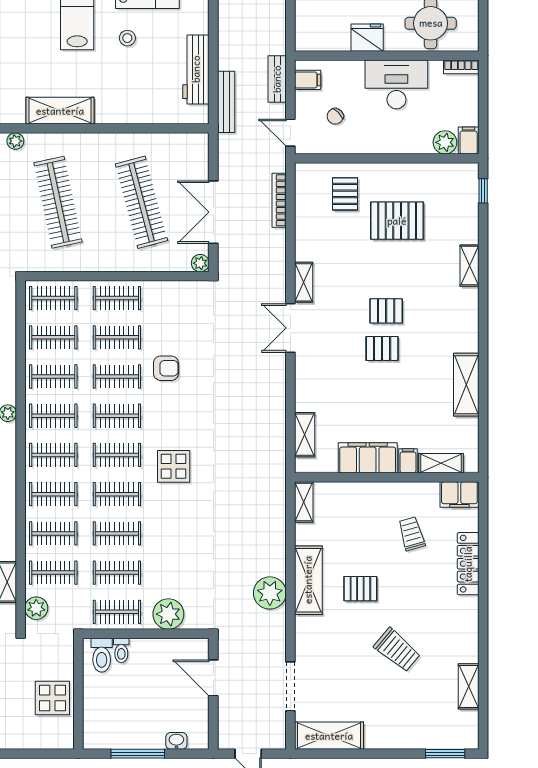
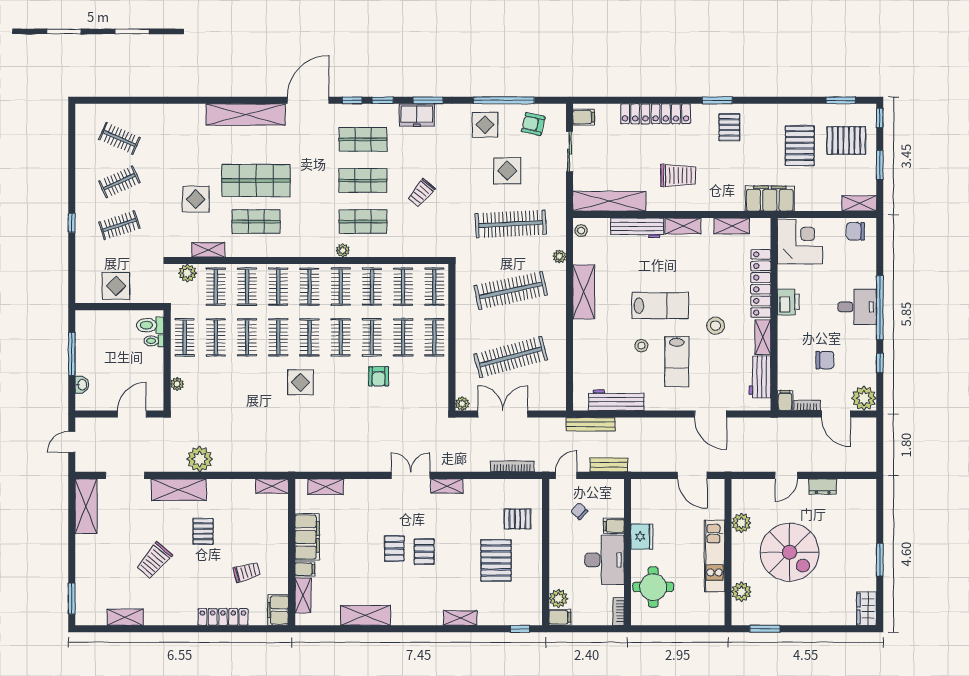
filing cabinet: (308, 80) -> (614, 526), moved, turned 90
shelving: (308, 580) -> (179, 490), moved
plant: (168, 614) -> (177, 384), width x0.53, depth x0.53

